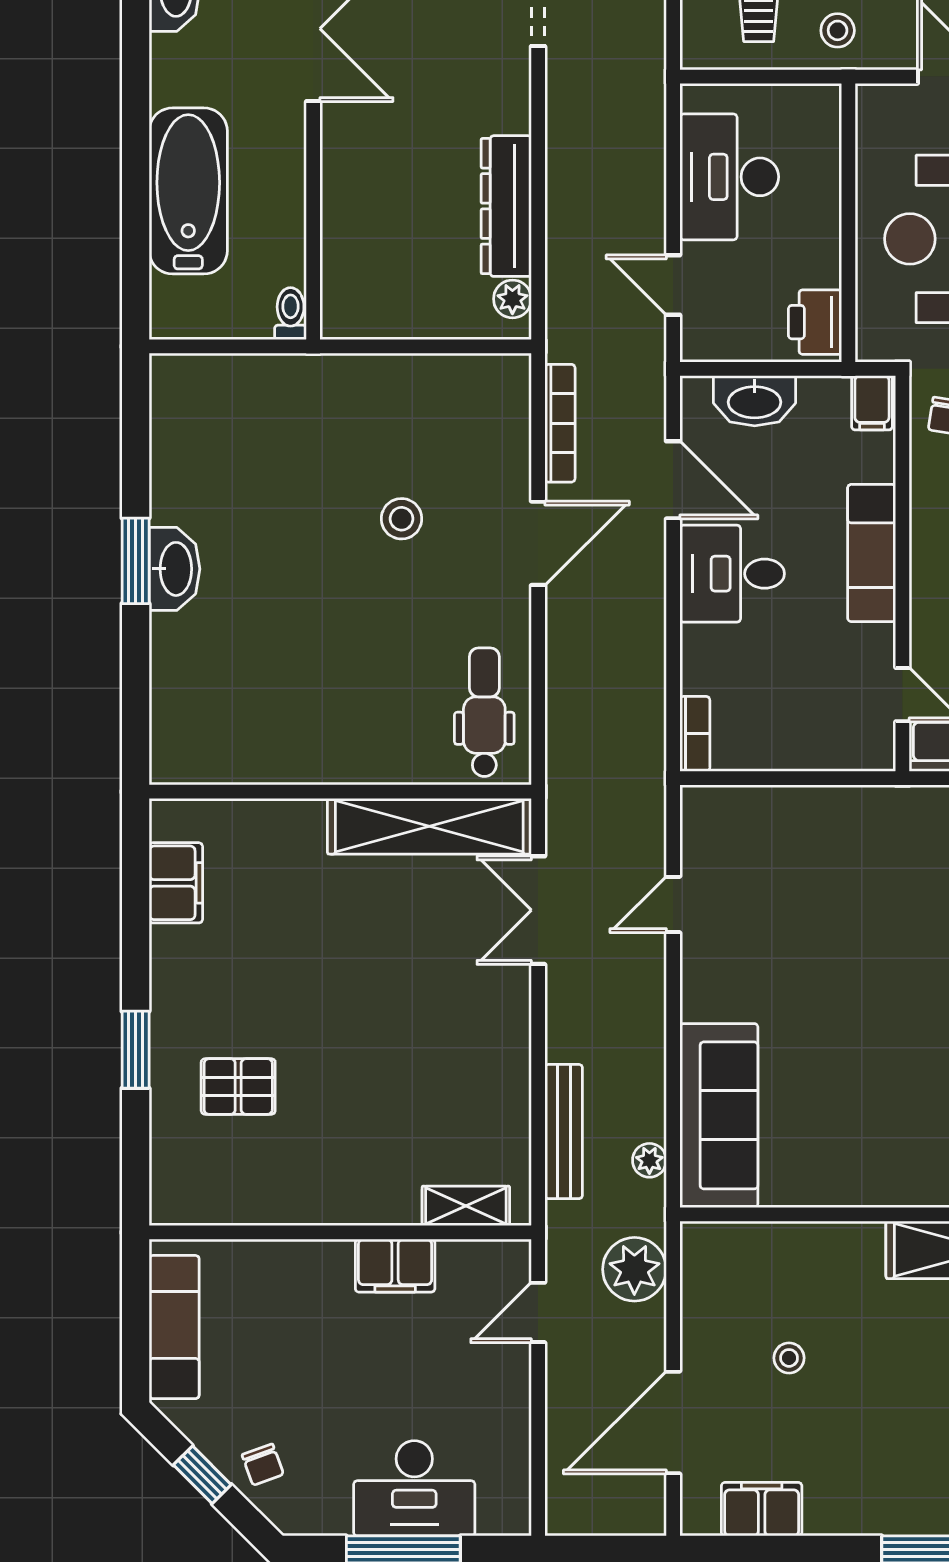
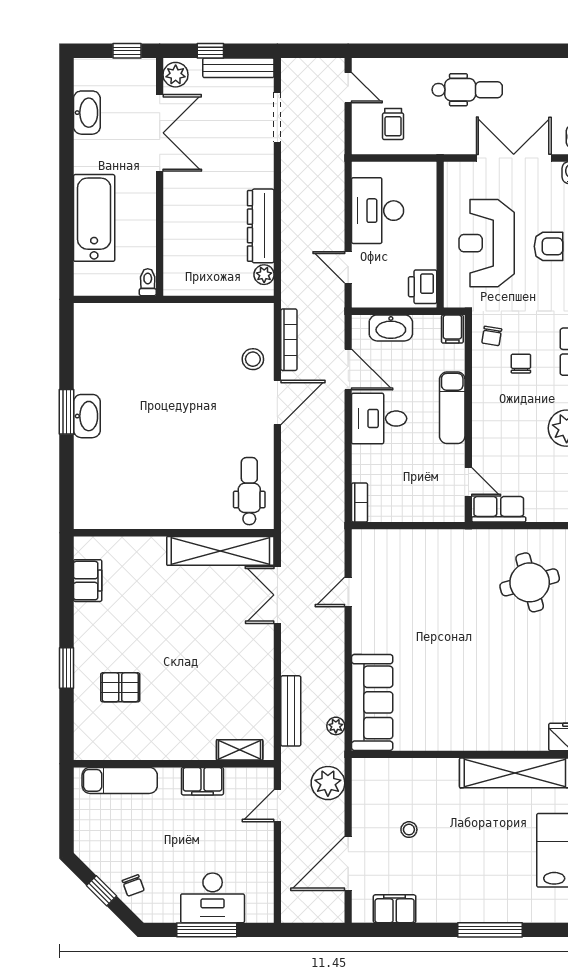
stool: (838, 30) -> (434, 134), removed
stool: (402, 519) -> (253, 359), moved
exam couch: (174, 1327) -> (120, 780), moved, turned 90

